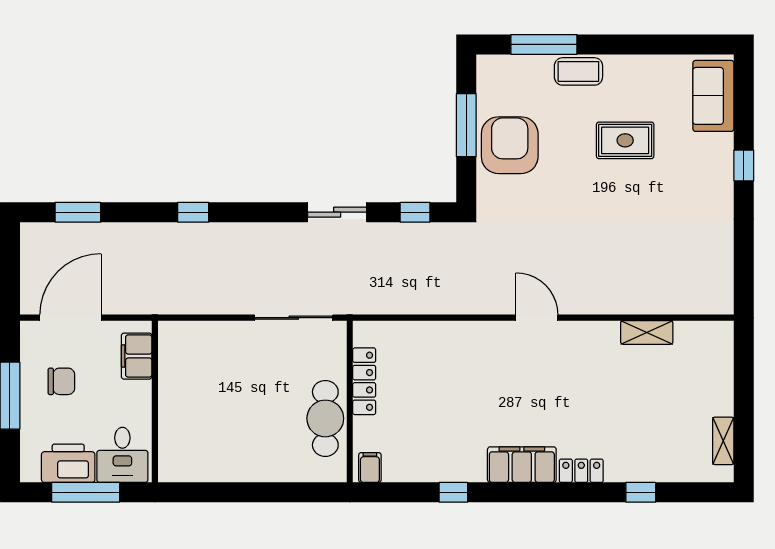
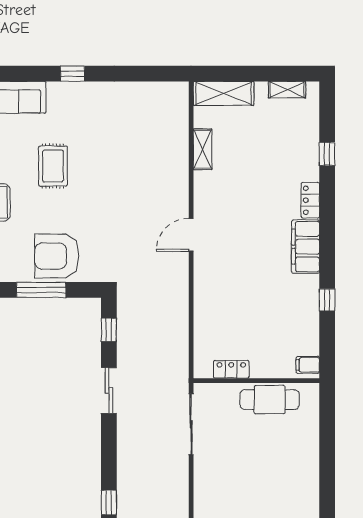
shelving: (718, 359) -> (224, 93), added
locker: (364, 381) -> (231, 369), width x0.66

